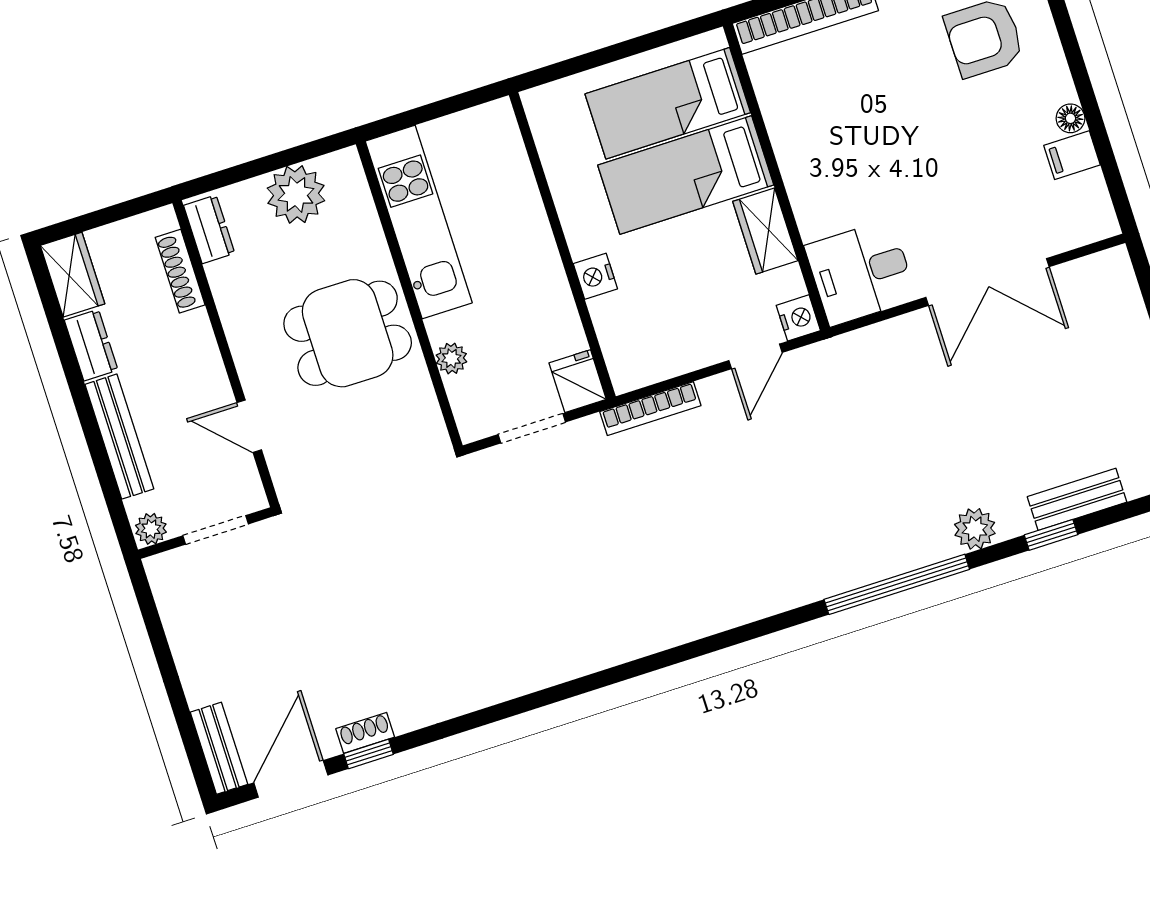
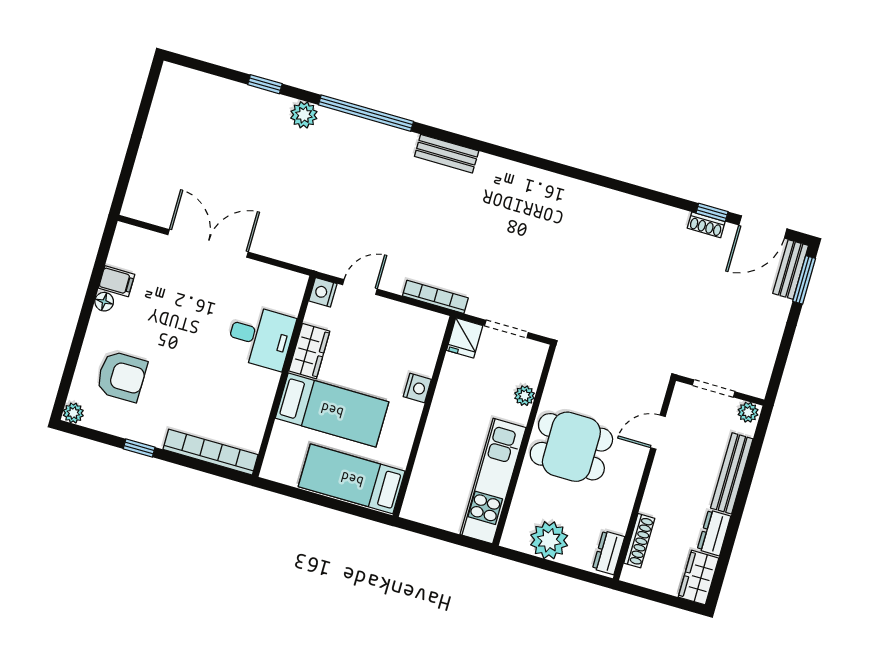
bed: (668, 103) -> (352, 479), moved, turned 180
desk: (861, 272) -> (261, 337), moved
door: (249, 426) -> (658, 432), swing flipped
bench: (1077, 499) -> (447, 154), moved
window: (193, 746) -> (804, 280), added

